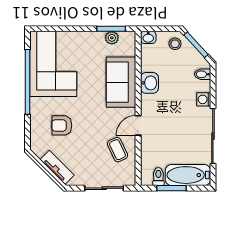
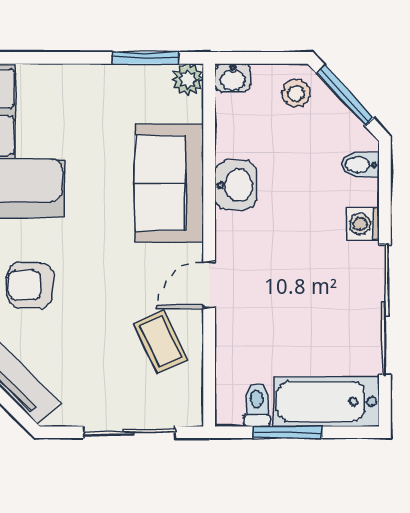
plant: (112, 38) -> (188, 79), moved

